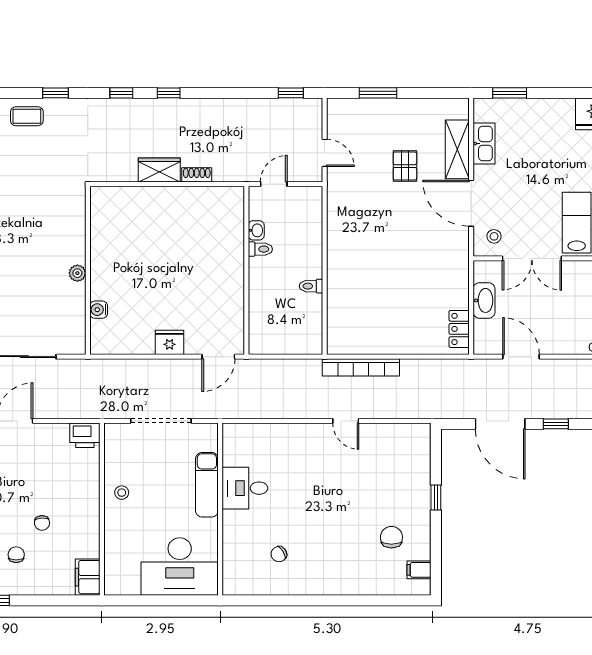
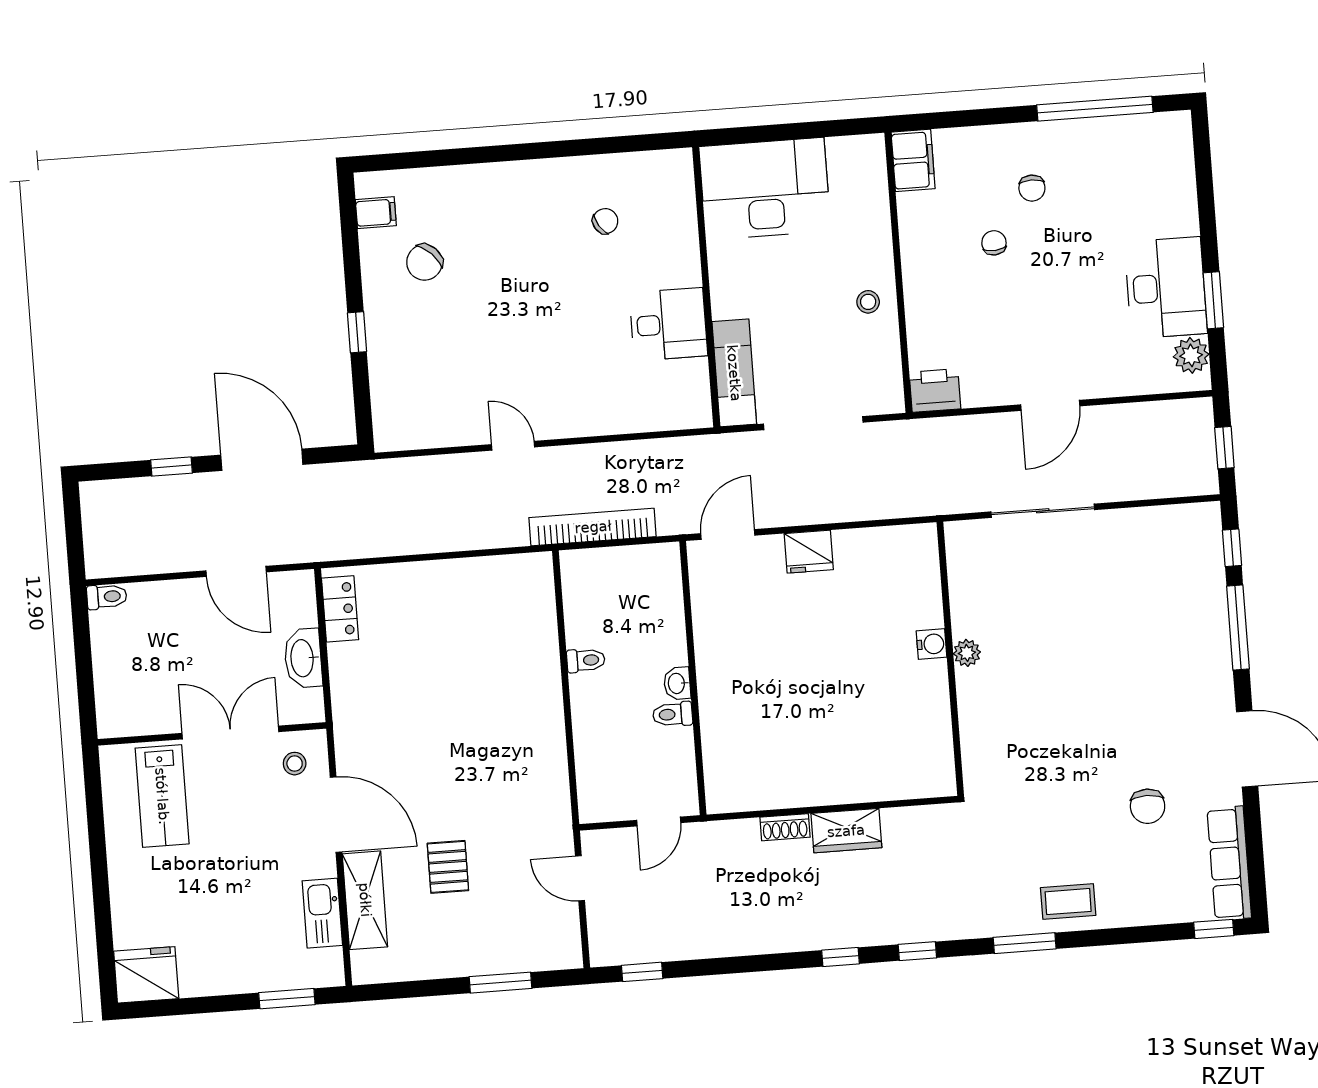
window: (55, 93) -> (1025, 943), width x1.50
washbasin: (256, 230) -> (677, 683), moved
water cooler: (99, 310) -> (932, 644), moved
bookcase: (361, 367) -> (593, 527), moved
exam couch: (207, 485) -> (734, 373), moved
chair: (391, 537) -> (424, 262), turned 45

